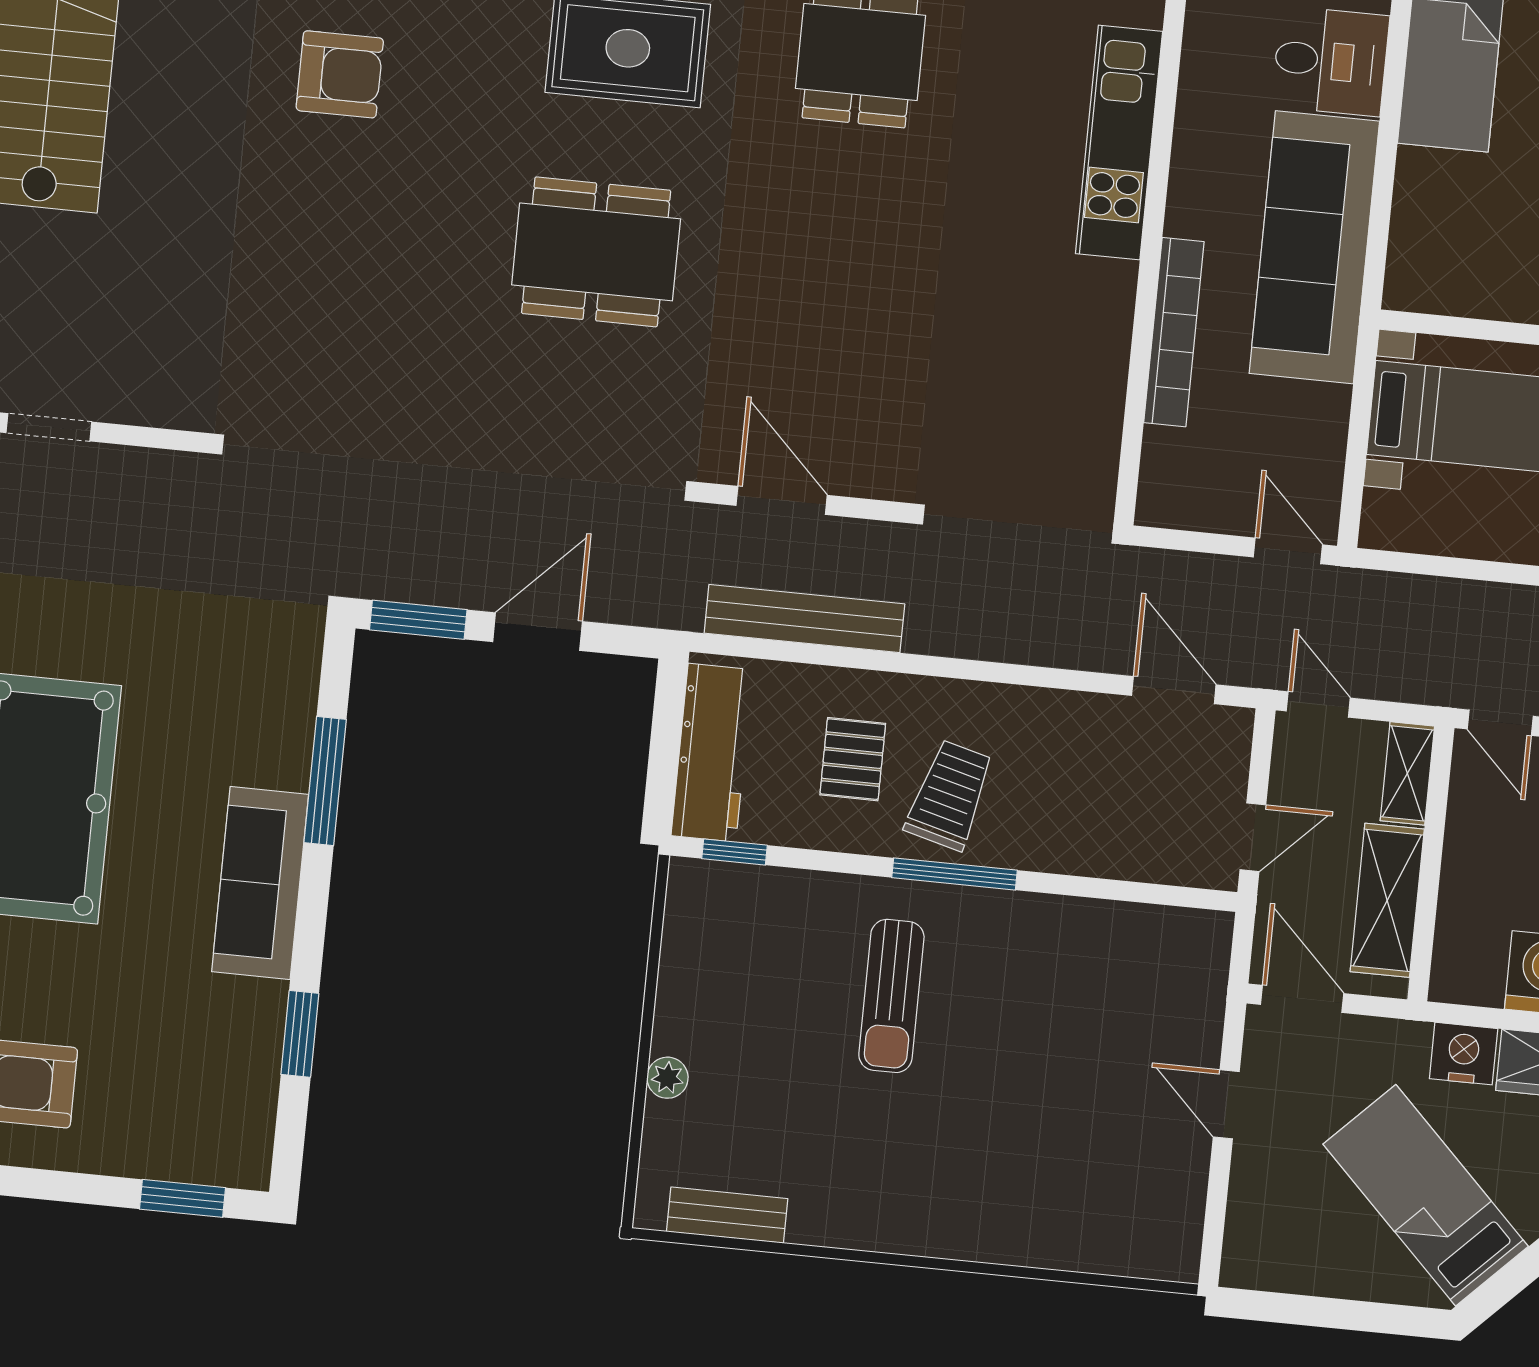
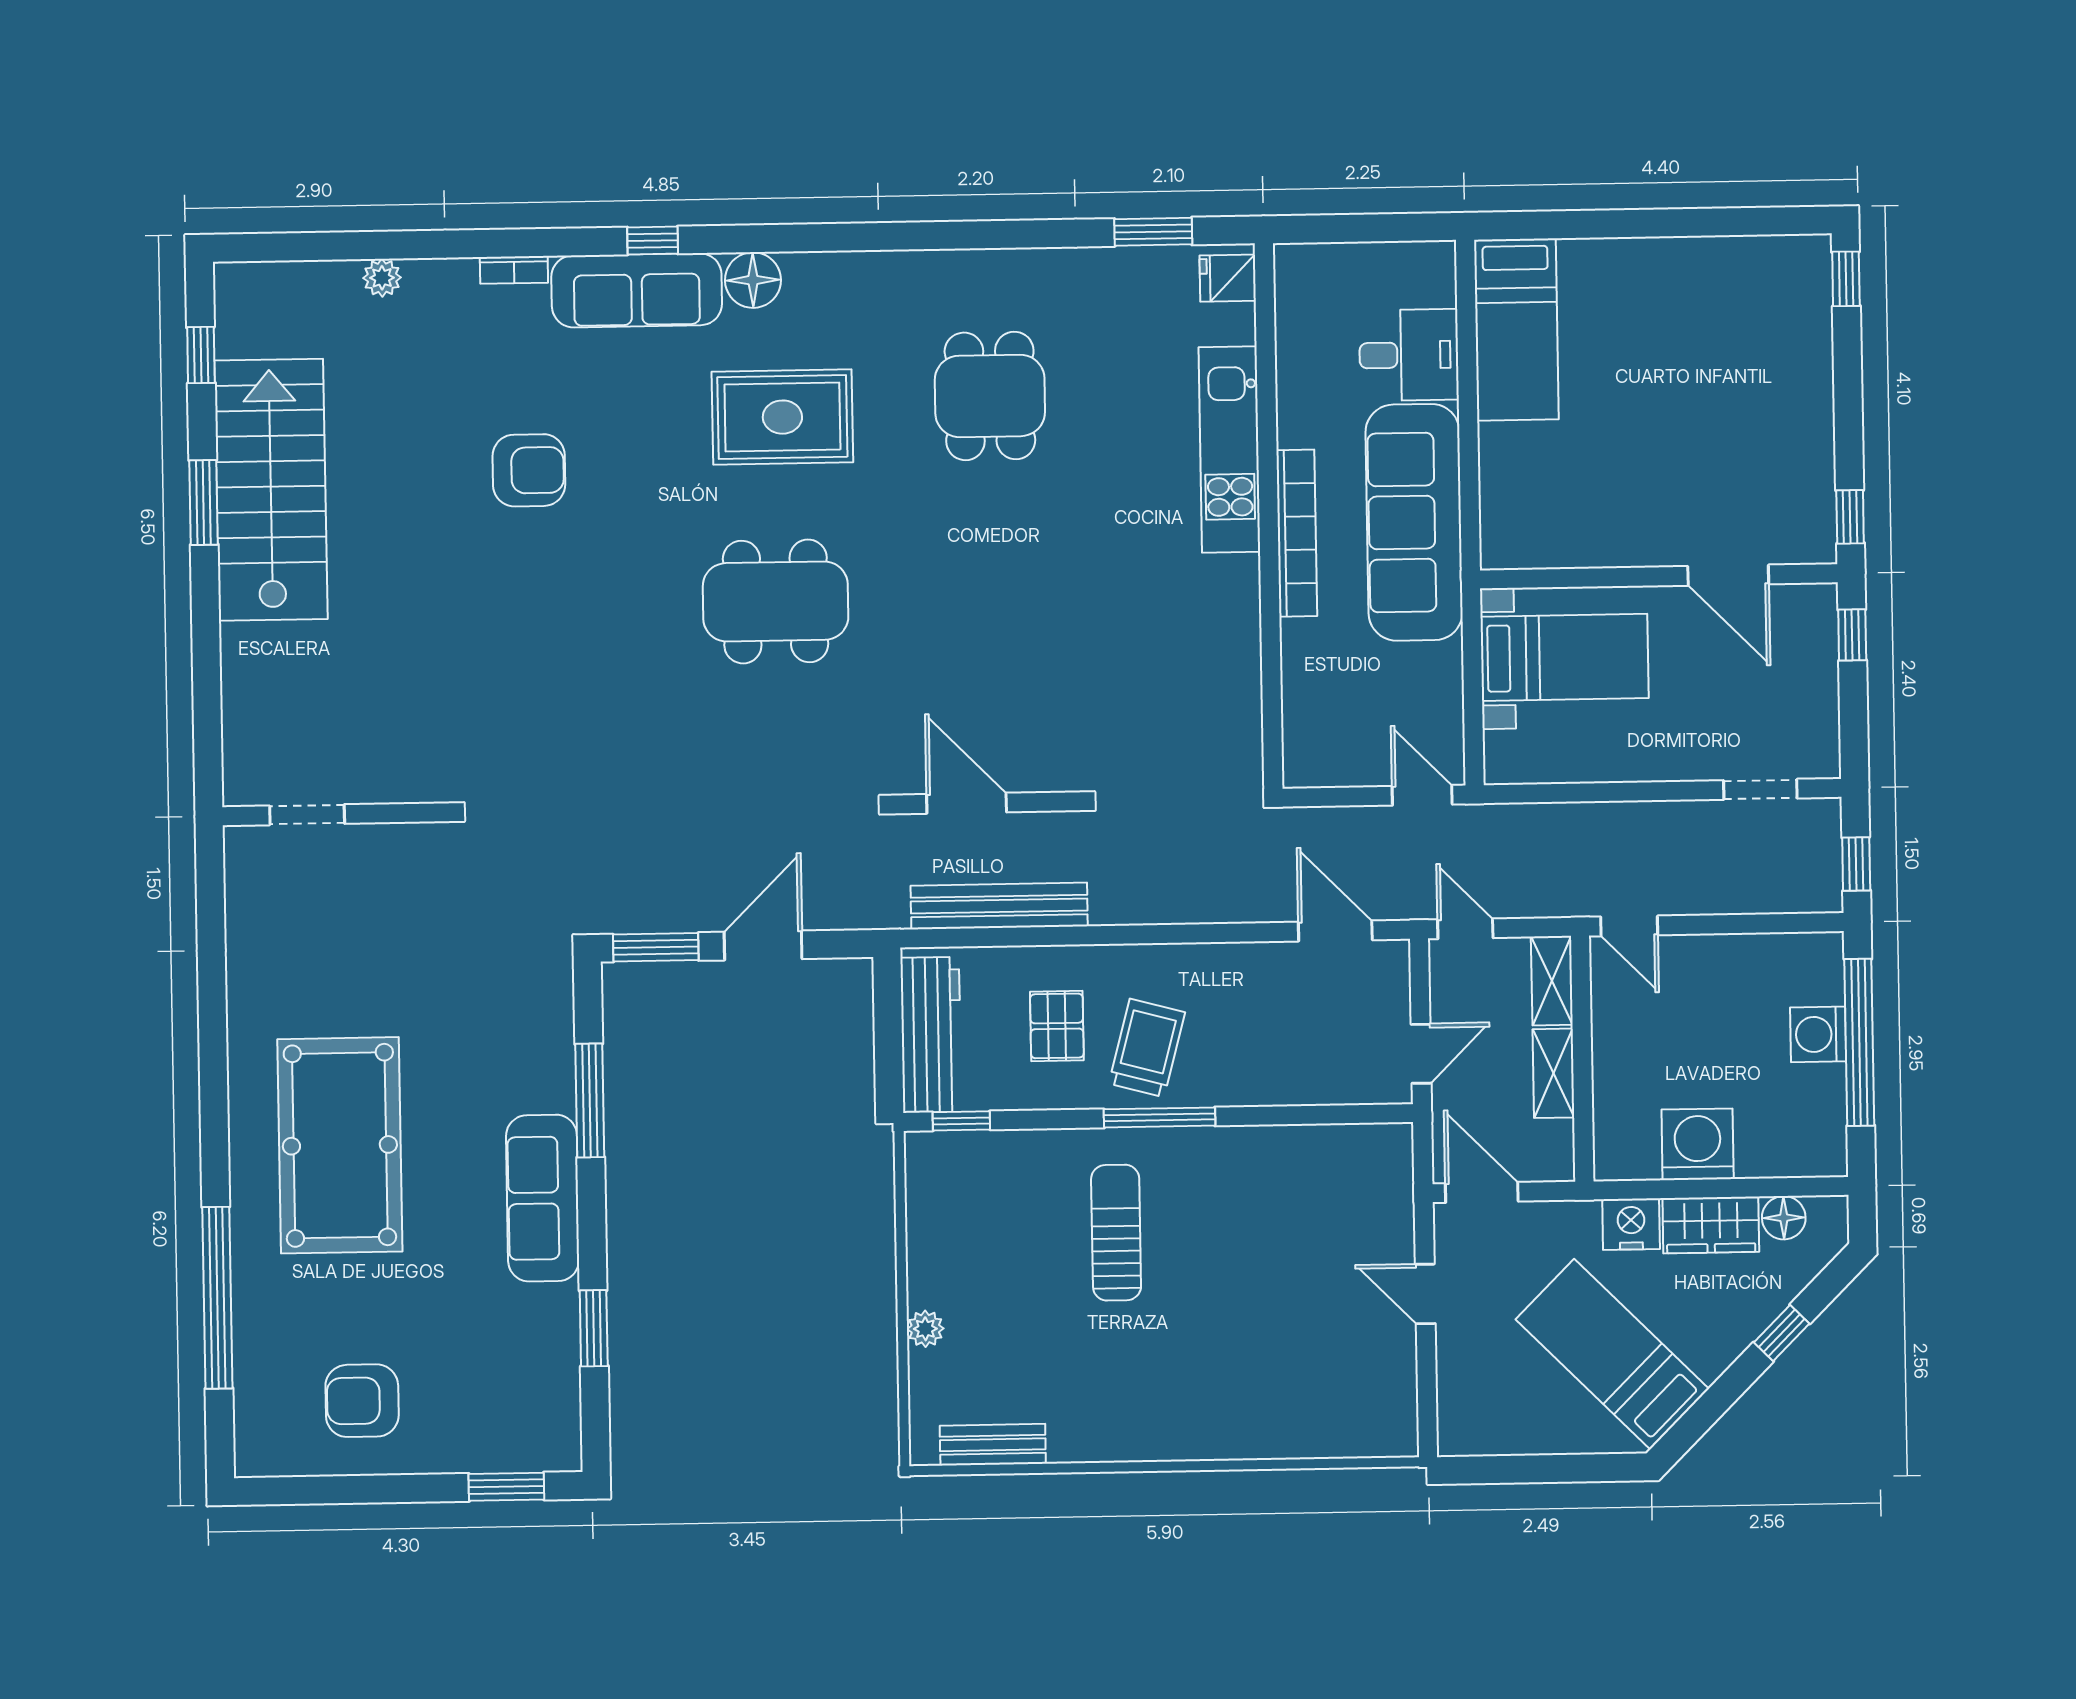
bookcase: (1174, 332) -> (1297, 533), moved
shelving: (1387, 900) -> (1553, 1073), width x0.67, depth x0.75
sun lounger: (891, 996) -> (1116, 1233), turned 180

